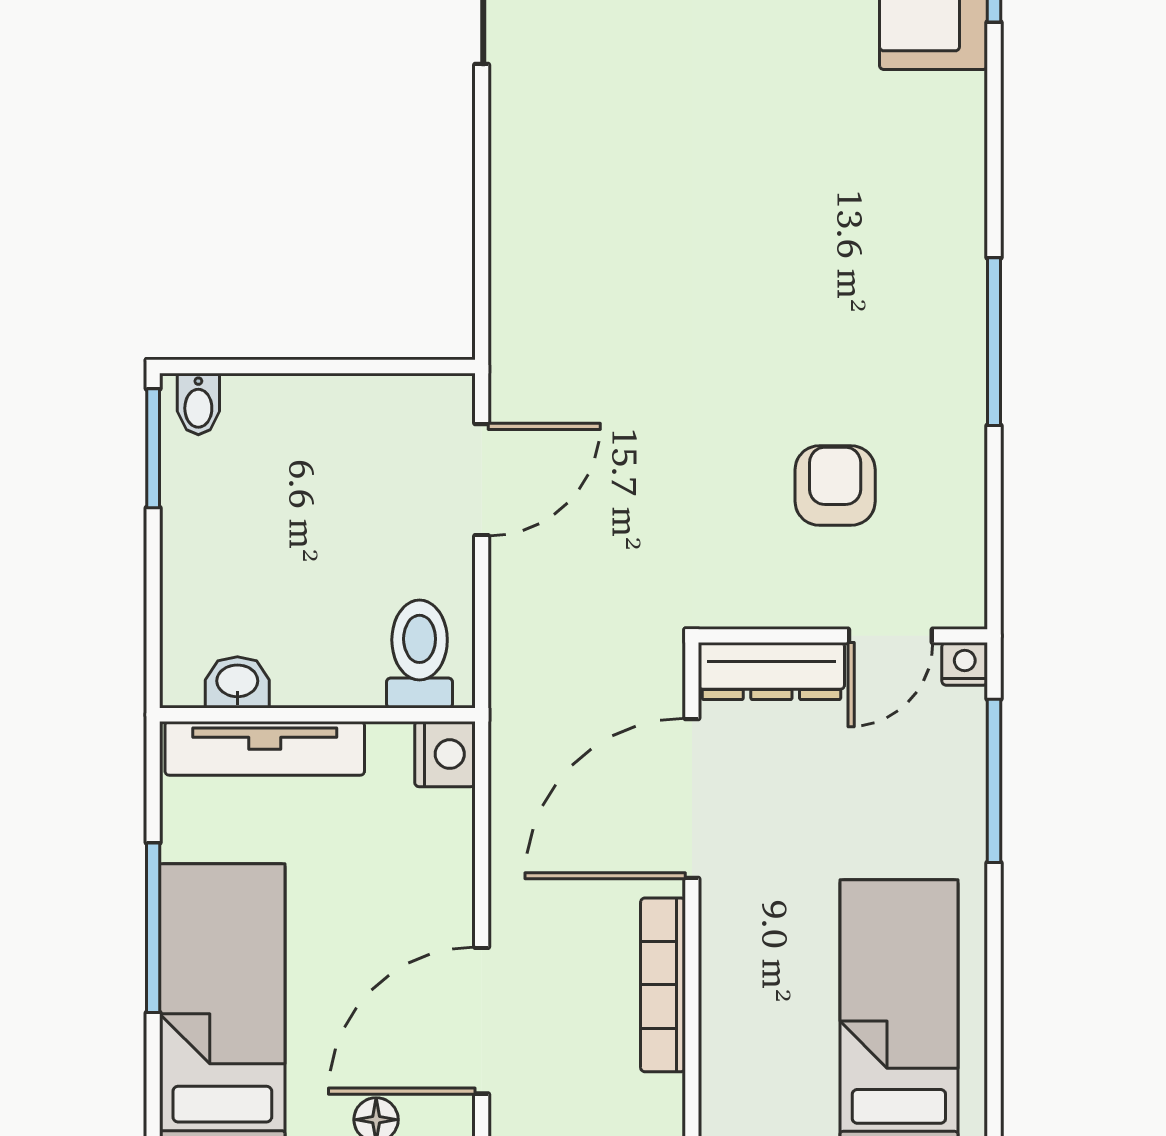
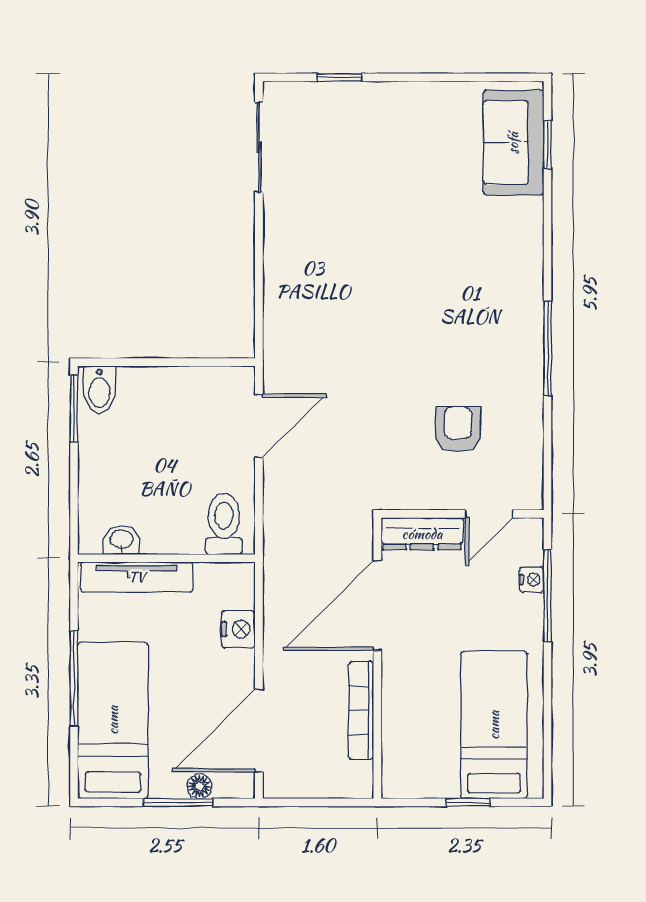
bidet: (198, 404) -> (99, 390), width x1.38, depth x1.36
nightstand: (965, 664) -> (532, 580), moved, turned 90
nightstand: (445, 754) -> (238, 629), moved

